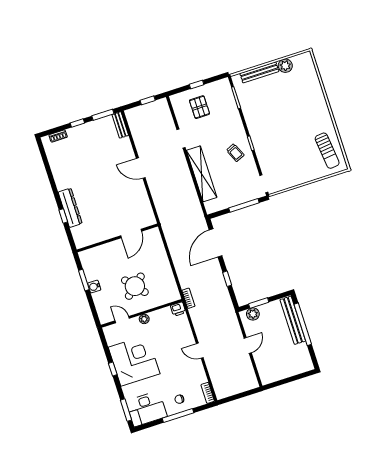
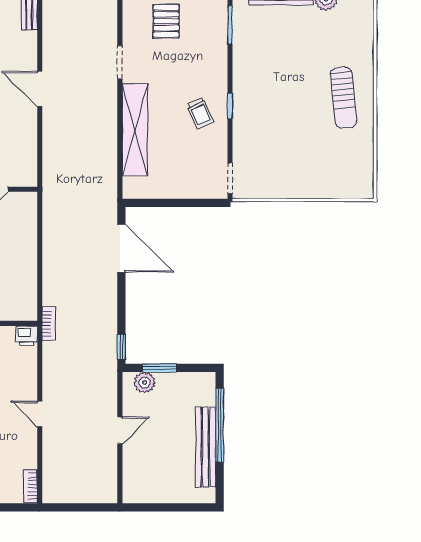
sun lounger: (327, 151) -> (344, 98), moved
window: (244, 205) -> (187, 203), removed
door: (216, 243) -> (121, 248), swing flipped
window: (227, 279) -> (121, 347), moved
bench: (293, 320) -> (206, 447), moved

